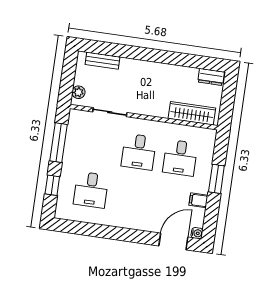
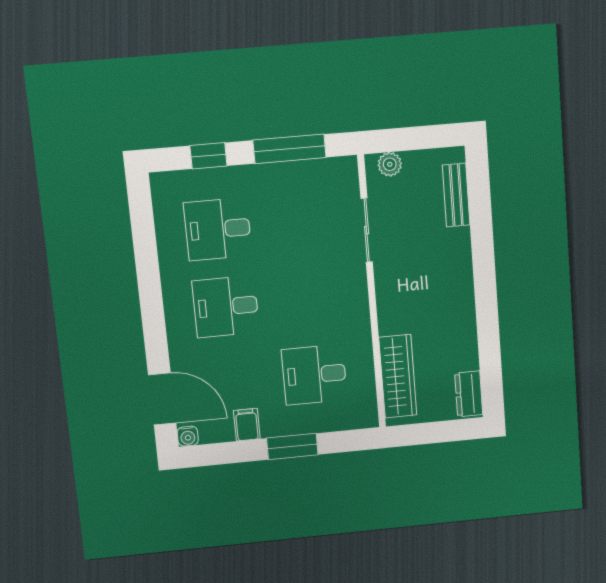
desk: (139, 152) -> (226, 307), moved

